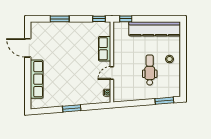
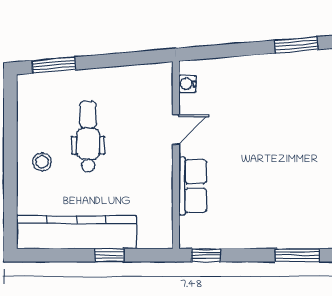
window: (126, 19) -> (109, 255), moved
dental chair: (150, 70) -> (88, 137), turned 180
window: (72, 108) -> (296, 45), moved

